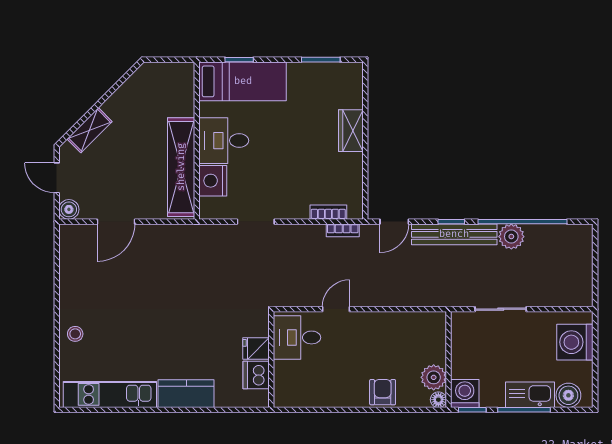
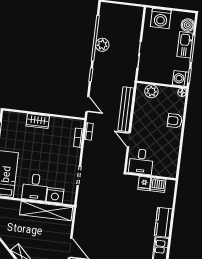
bench: (454, 234) -> (126, 109), moved
plant: (434, 377) -> (151, 91), moved

